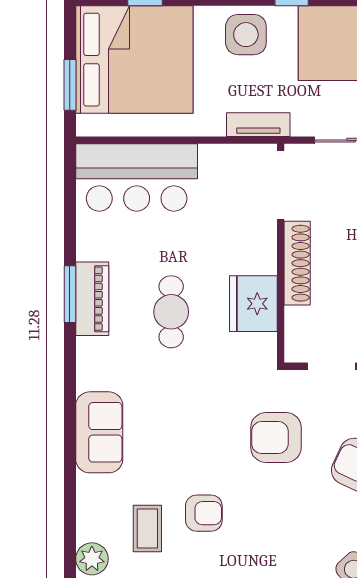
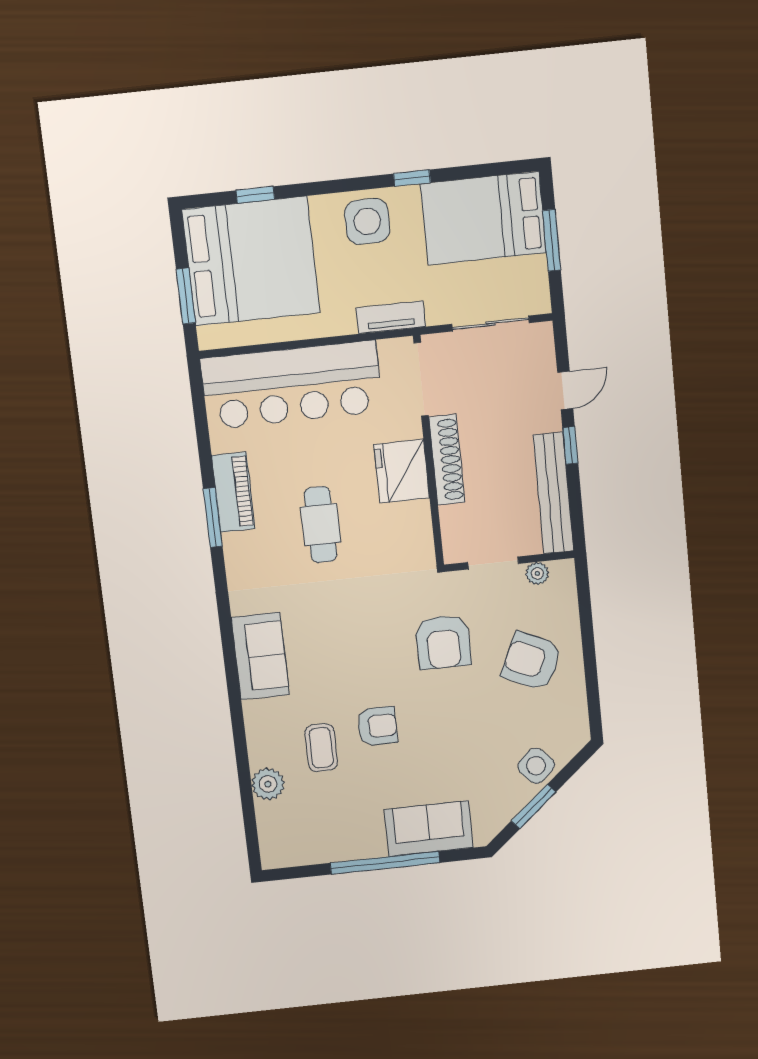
bar counter: (137, 178) -> (292, 385), width x1.36
piano: (92, 299) -> (233, 492), moved
fridge: (253, 304) -> (402, 471), moved
armchair: (276, 438) -> (443, 642), turned -90

